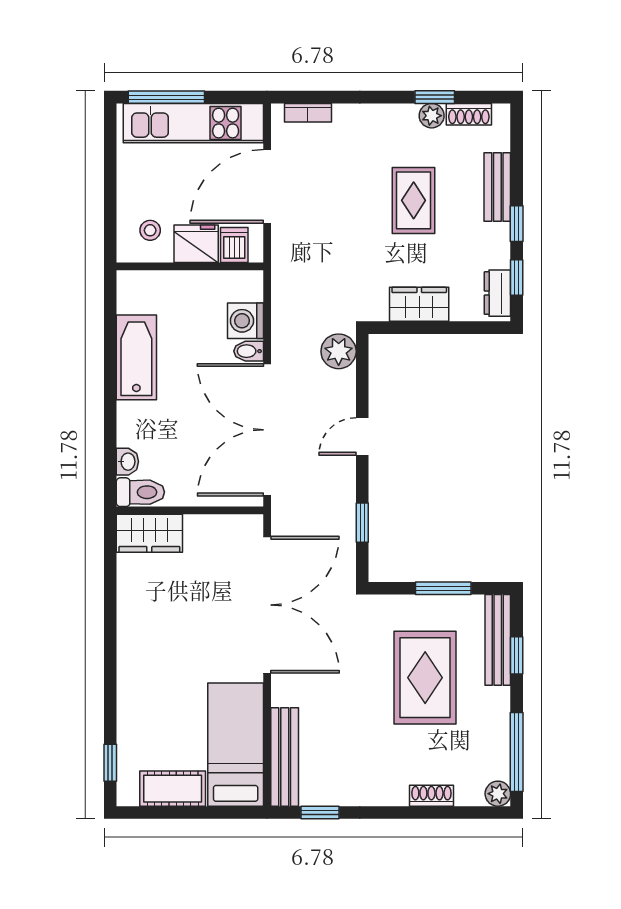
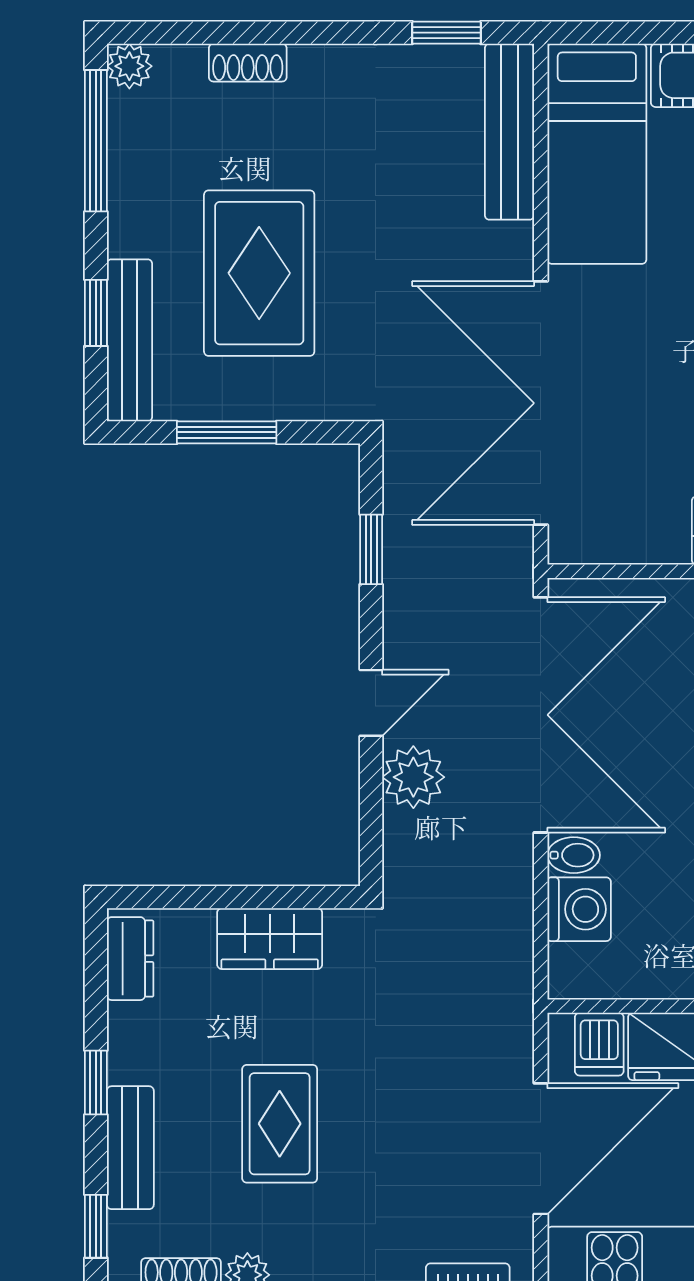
window: (517, 277) -> (96, 1226), moved
plant: (339, 351) -> (413, 777), moved

